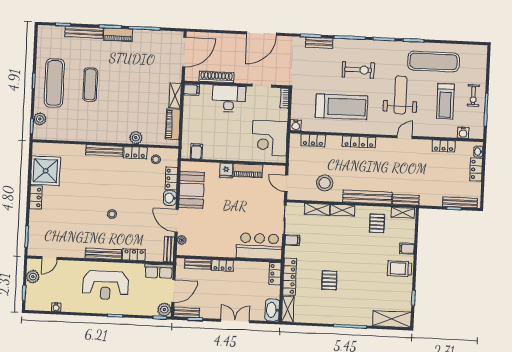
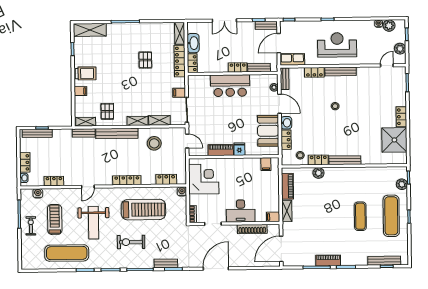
bench: (84, 32) -> (384, 261), moved
piano: (118, 35) -> (328, 260), moved
treadmill: (342, 107) -> (143, 210), turned 180
bar counter: (259, 246) -> (230, 86), moved
plant: (164, 310) -> (389, 26), moved
washbasin: (272, 310) -> (193, 43), moved

